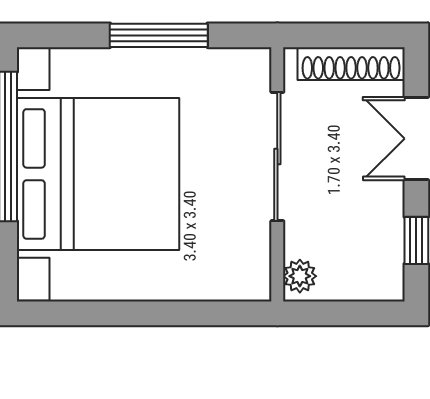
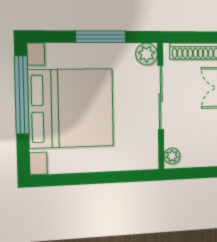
plant: (250, 69) -> (147, 54), added

